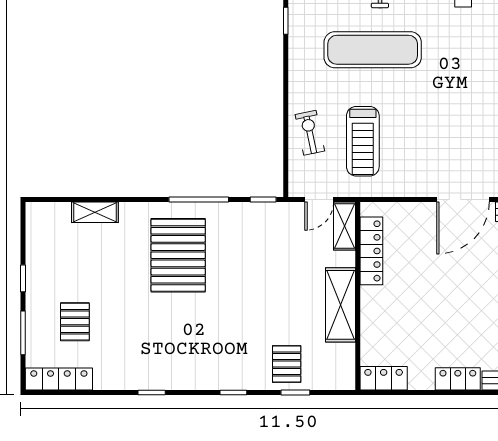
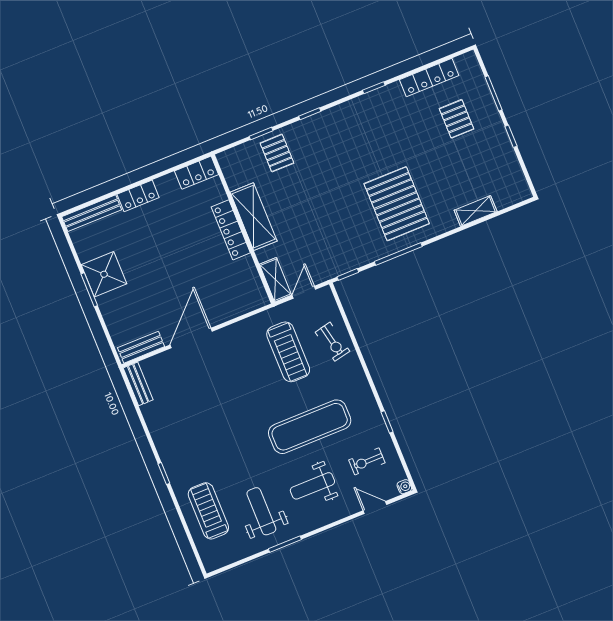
treadmill: (363, 141) -> (288, 352), turned 180
locker: (371, 251) -> (231, 230), moved
locker: (59, 379) -> (429, 78), moved

